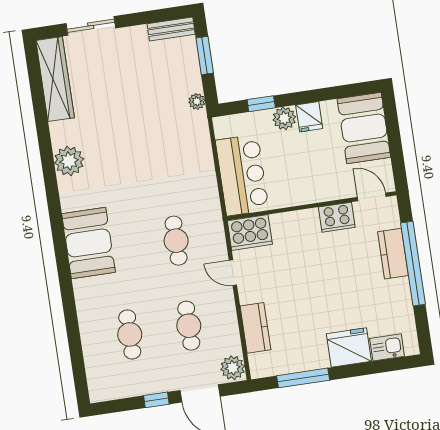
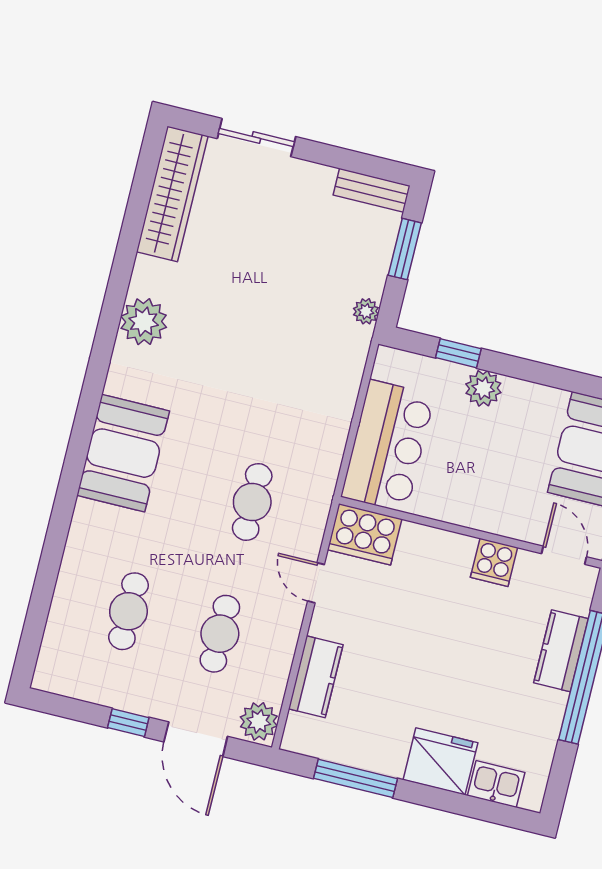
fridge: (309, 117) -> (521, 401), removed
cooker: (337, 217) -> (494, 562), width x0.73

